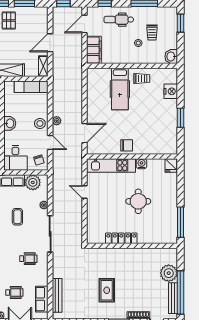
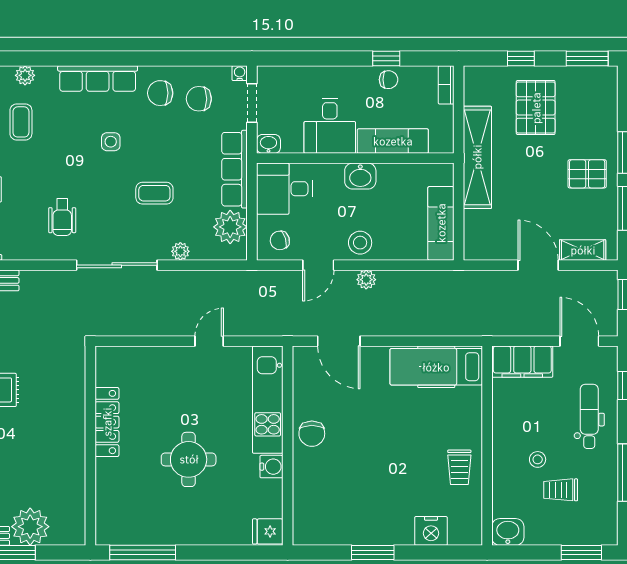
shelving: (43, 66) -> (583, 250), moved
hospital bed: (120, 89) -> (436, 367), moved

